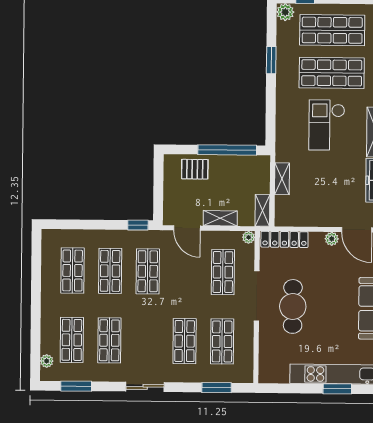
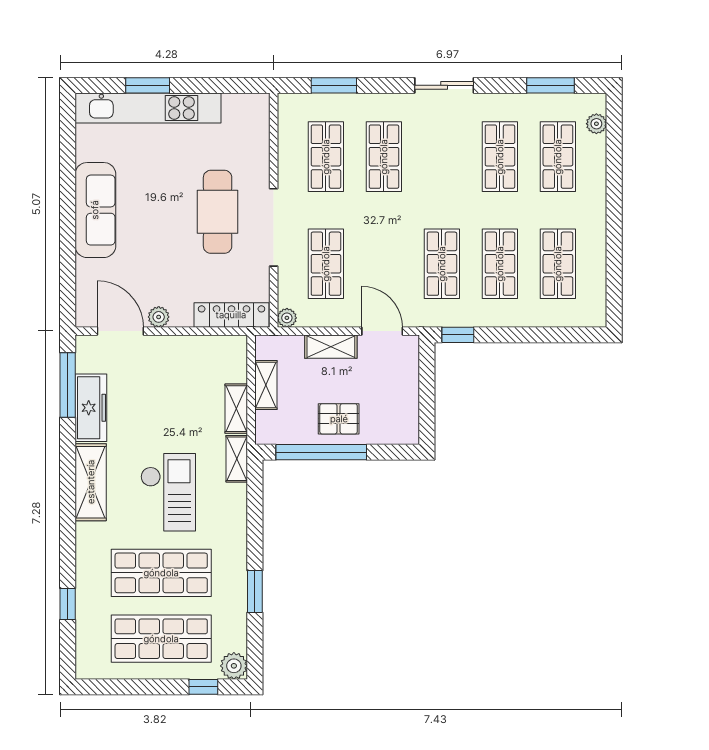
shelving: (282, 146) -> (237, 459), added
pallet: (195, 169) -> (339, 419), moved
shelving: (262, 210) -> (266, 385), moved

